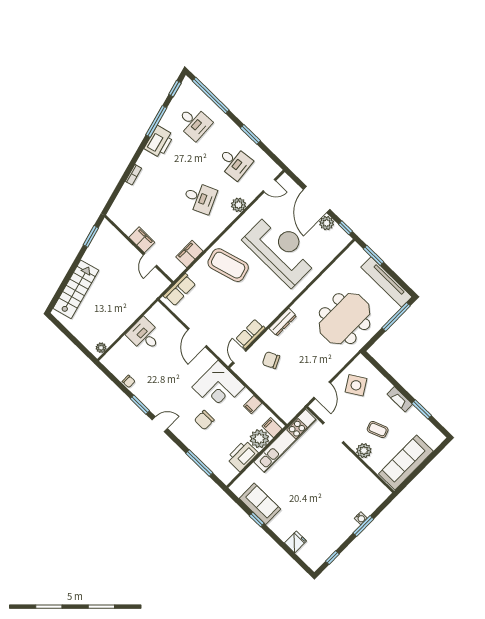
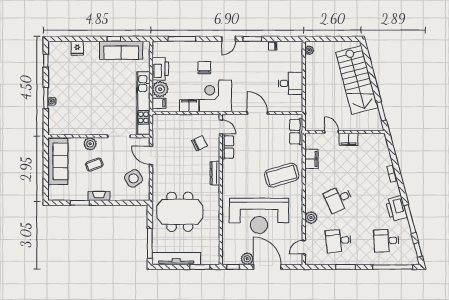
stairs: (76, 289) -> (357, 80), width x1.36, depth x1.51
meeting table: (345, 319) -> (180, 212), turned 90
filing cabinet: (253, 405) -> (189, 106), width x2.00
sofa: (260, 504) -> (121, 50), width x1.36

